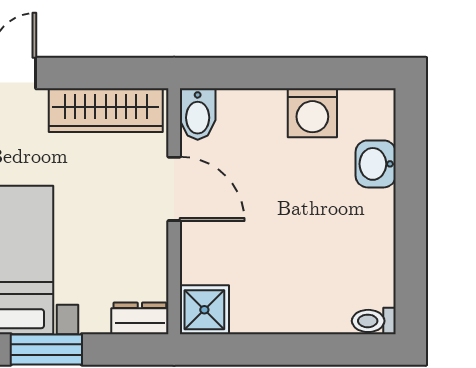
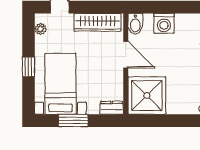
washing machine: (312, 113) -> (164, 23), moved
shower: (204, 310) -> (147, 96), width x1.86, depth x1.86

